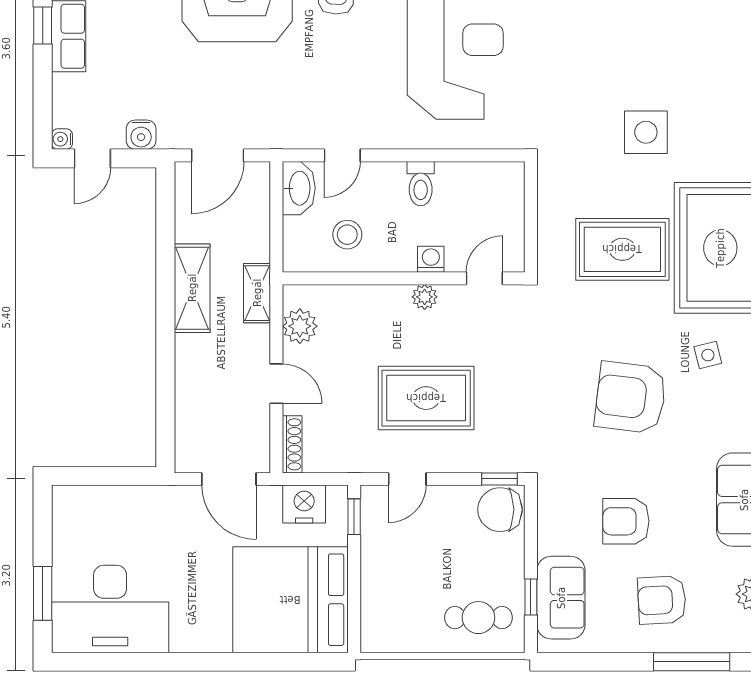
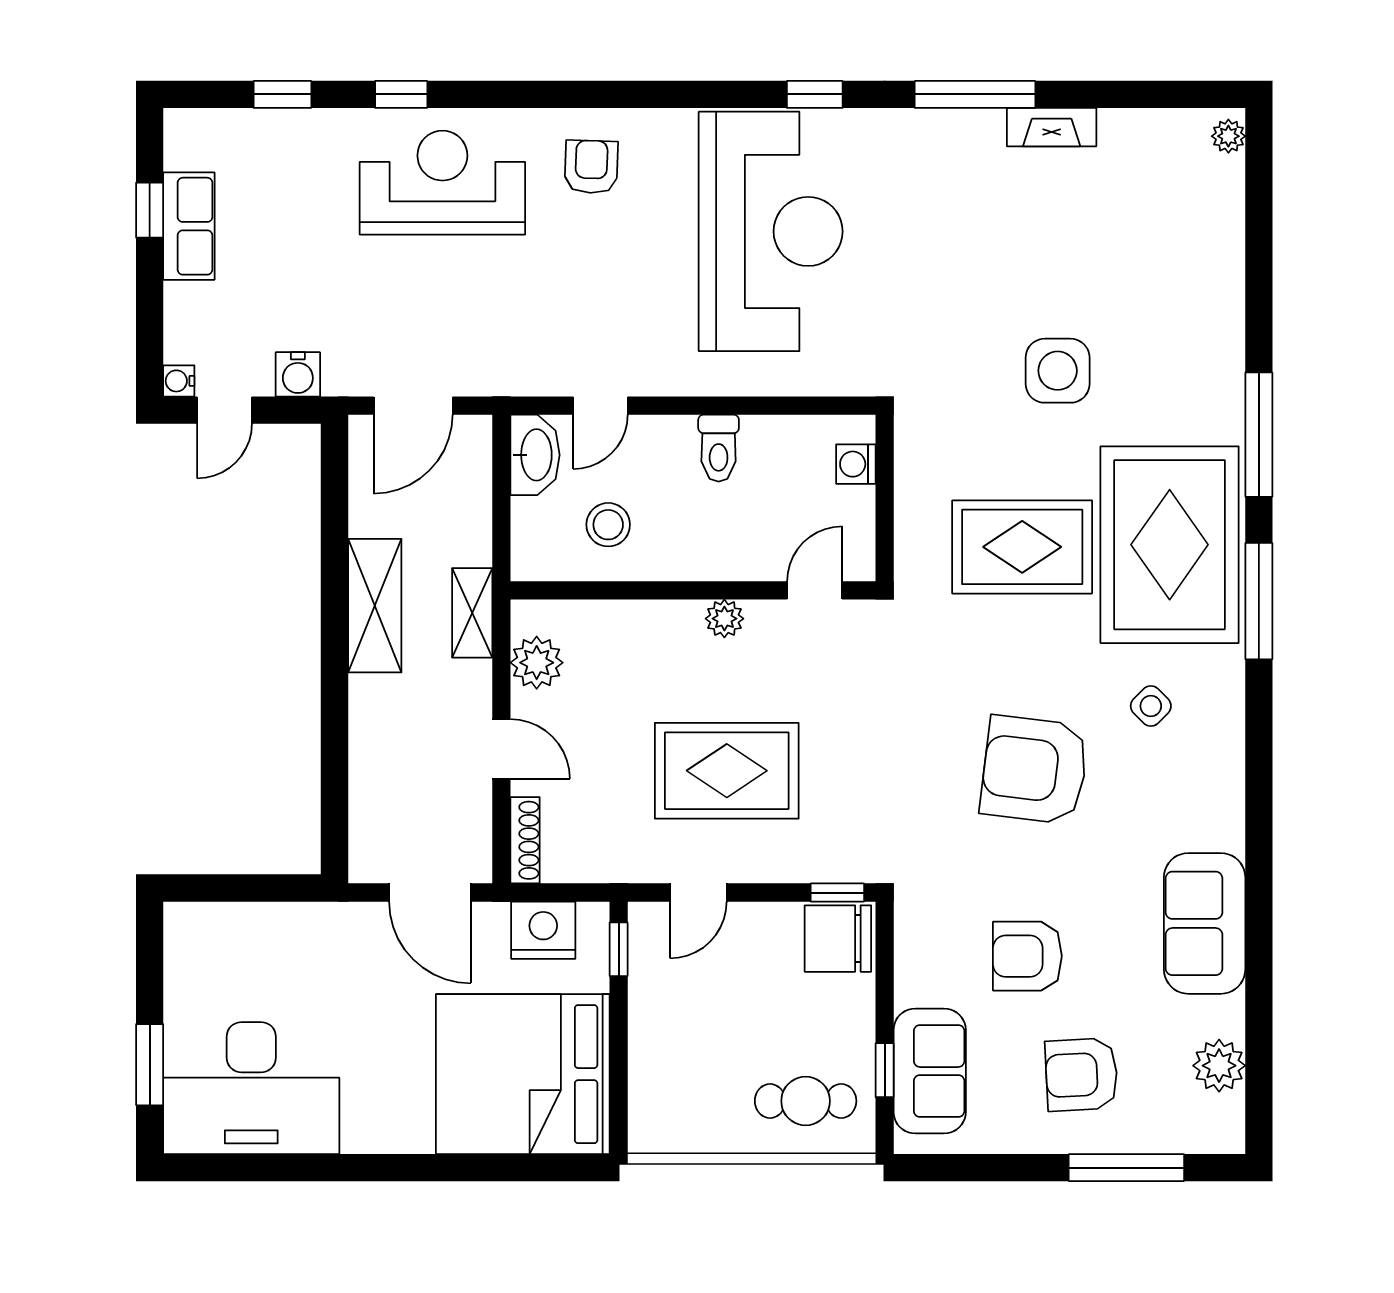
washing machine: (431, 259) -> (856, 464), moved, turned -90
side table: (708, 355) -> (1151, 706), turned -31

